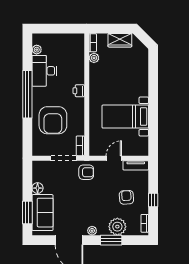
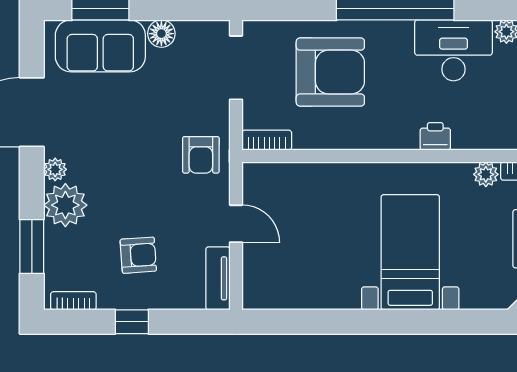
printer: (79, 91) -> (435, 136), moved
bed with nightstands: (125, 117) -> (410, 252), moved
armchair: (53, 120) -> (330, 72), turned 180
doorway: (63, 158) -> (236, 68), moved
plant: (117, 227) -> (65, 205), moved
window: (111, 240) -> (32, 247), moved

